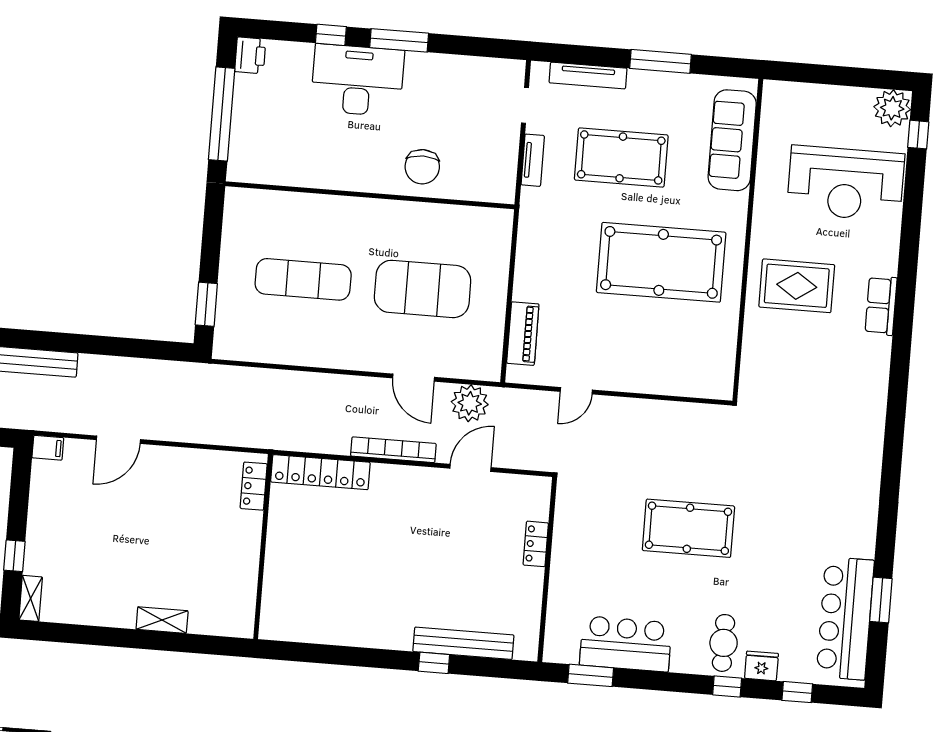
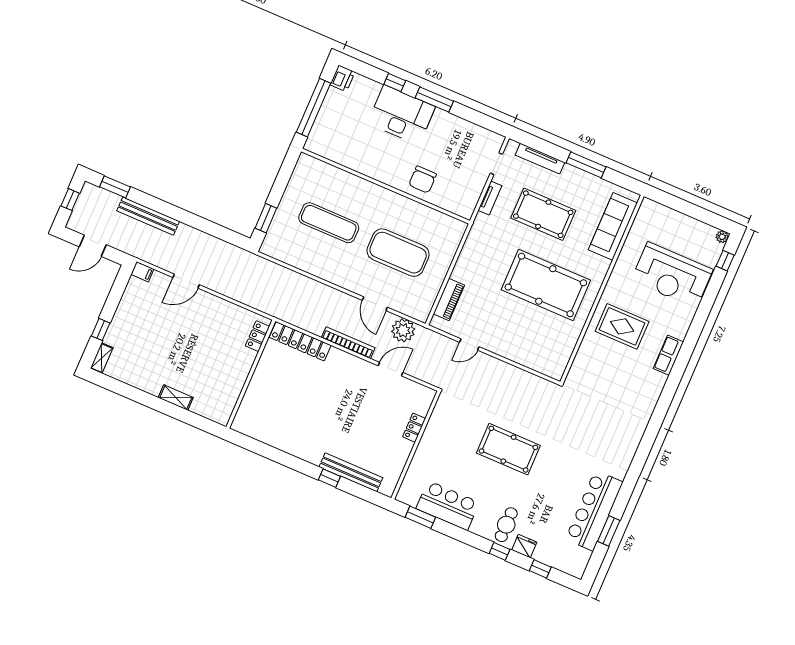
plant: (892, 108) -> (722, 237), width x0.53, depth x0.53
bar counter: (845, 618) -> (594, 511), moved

